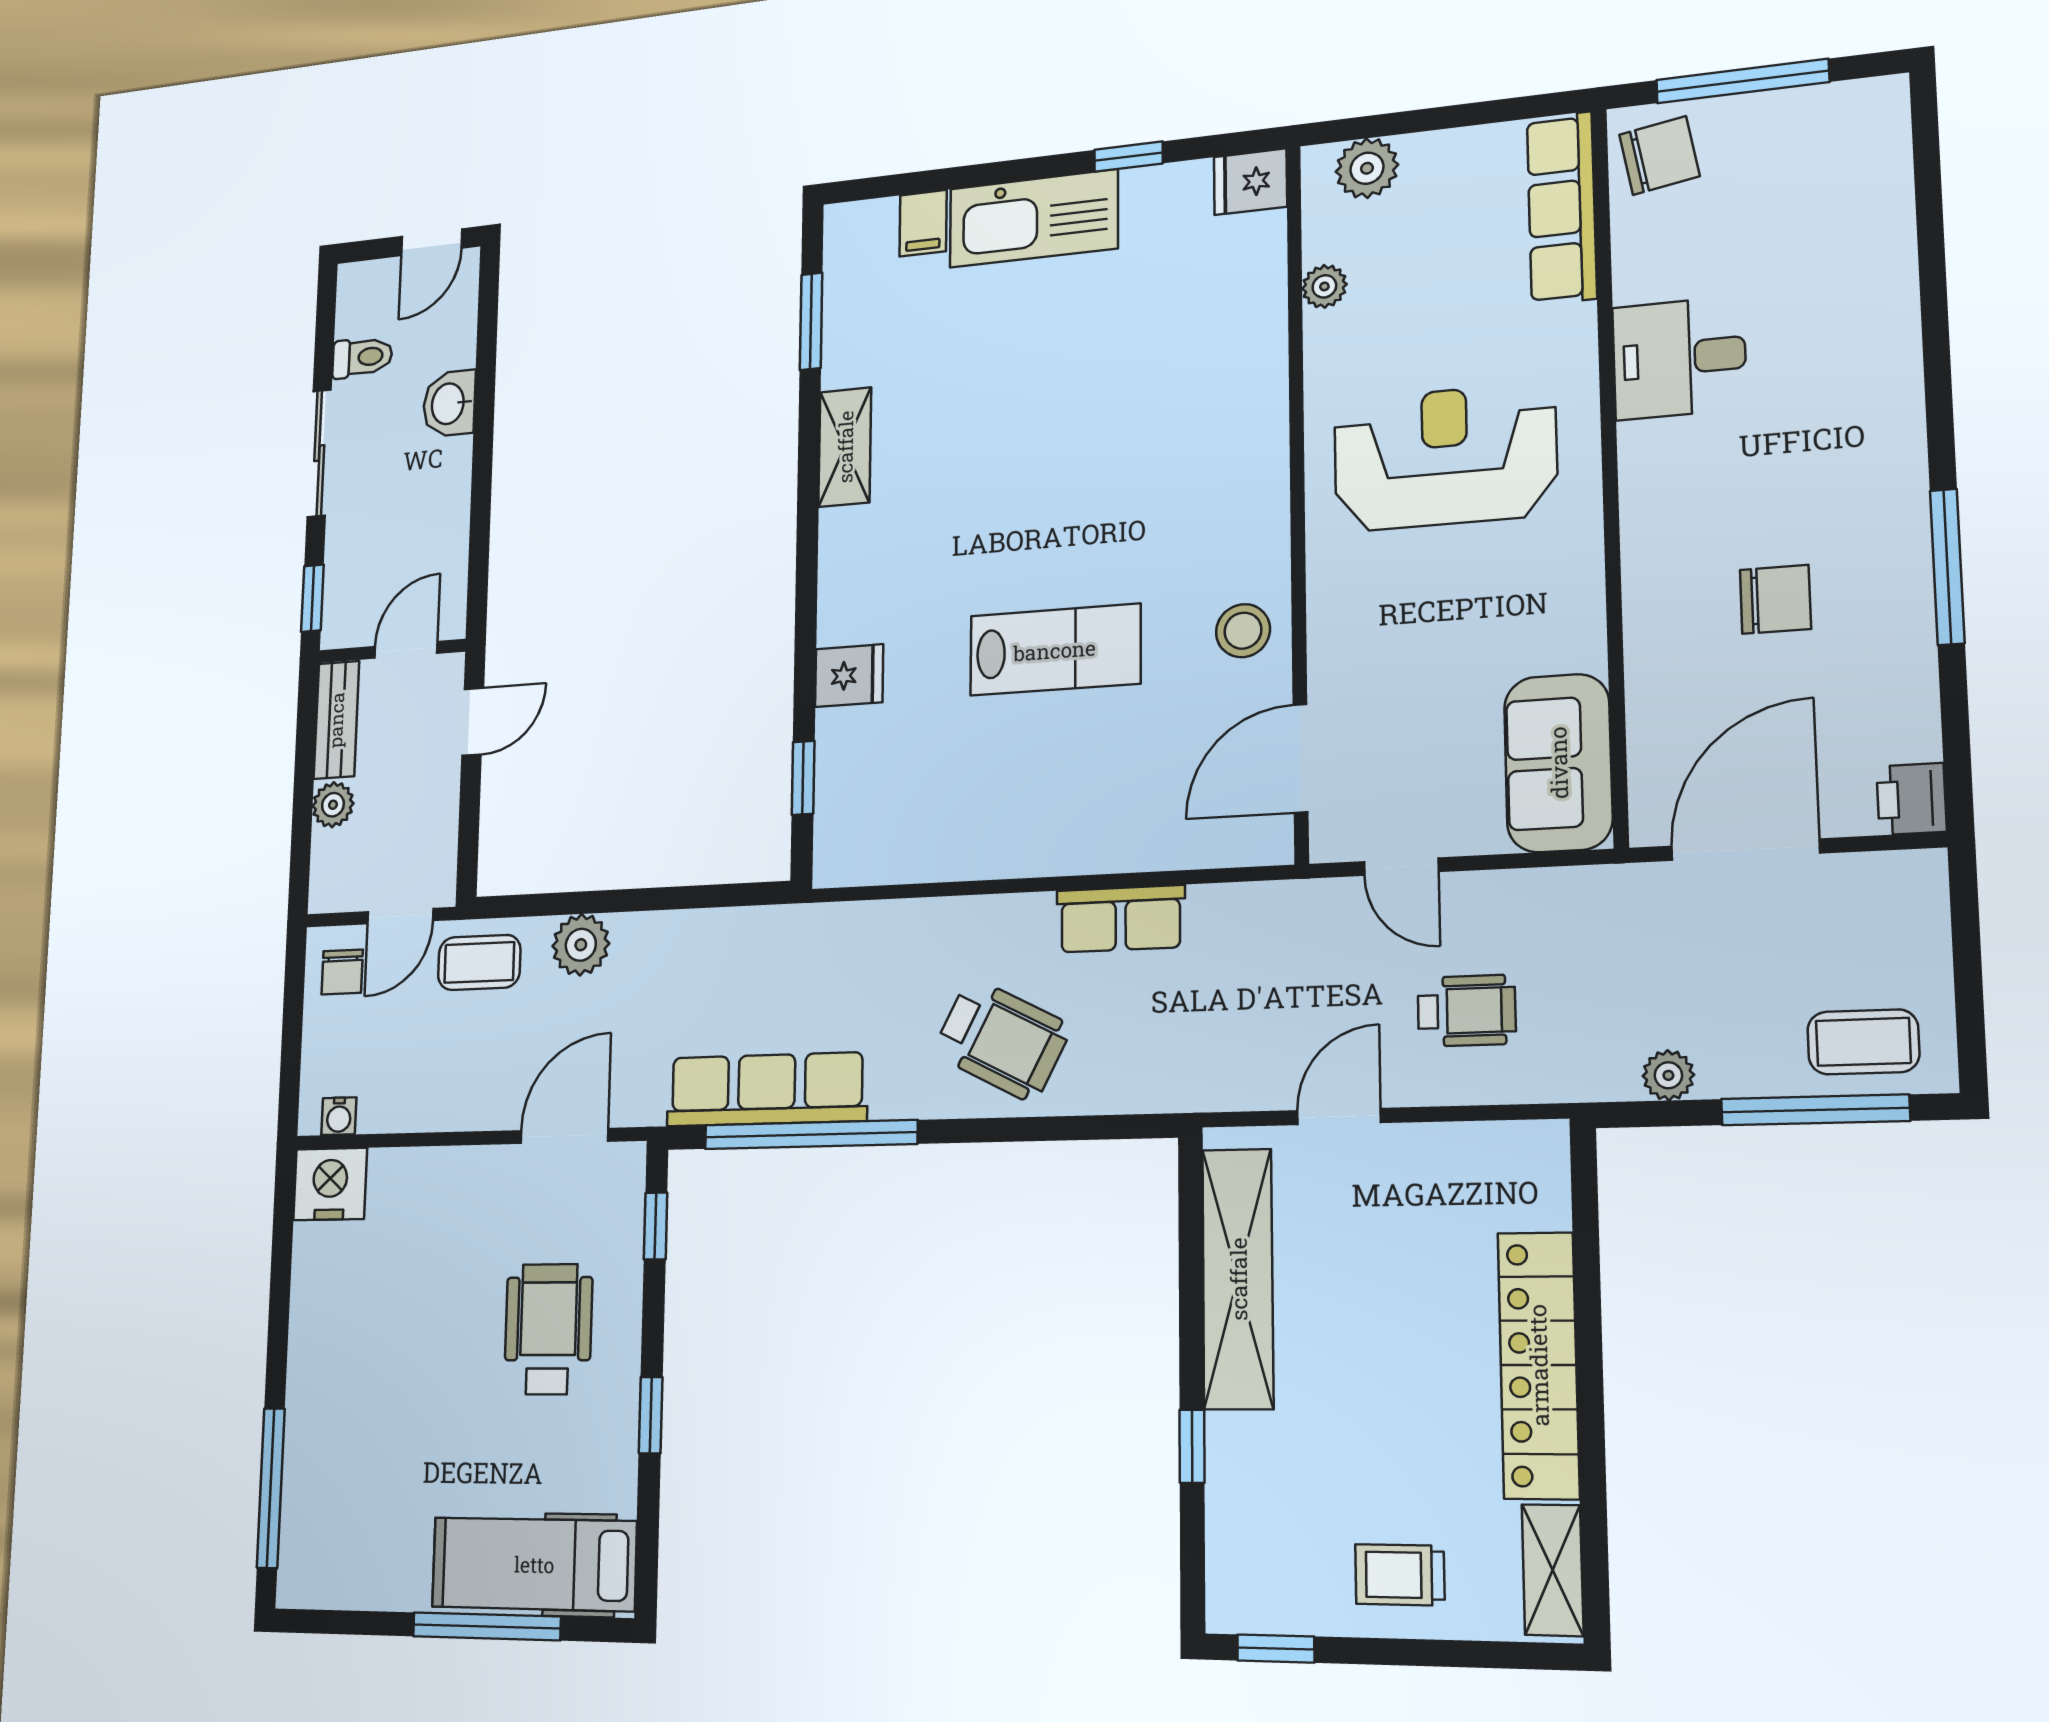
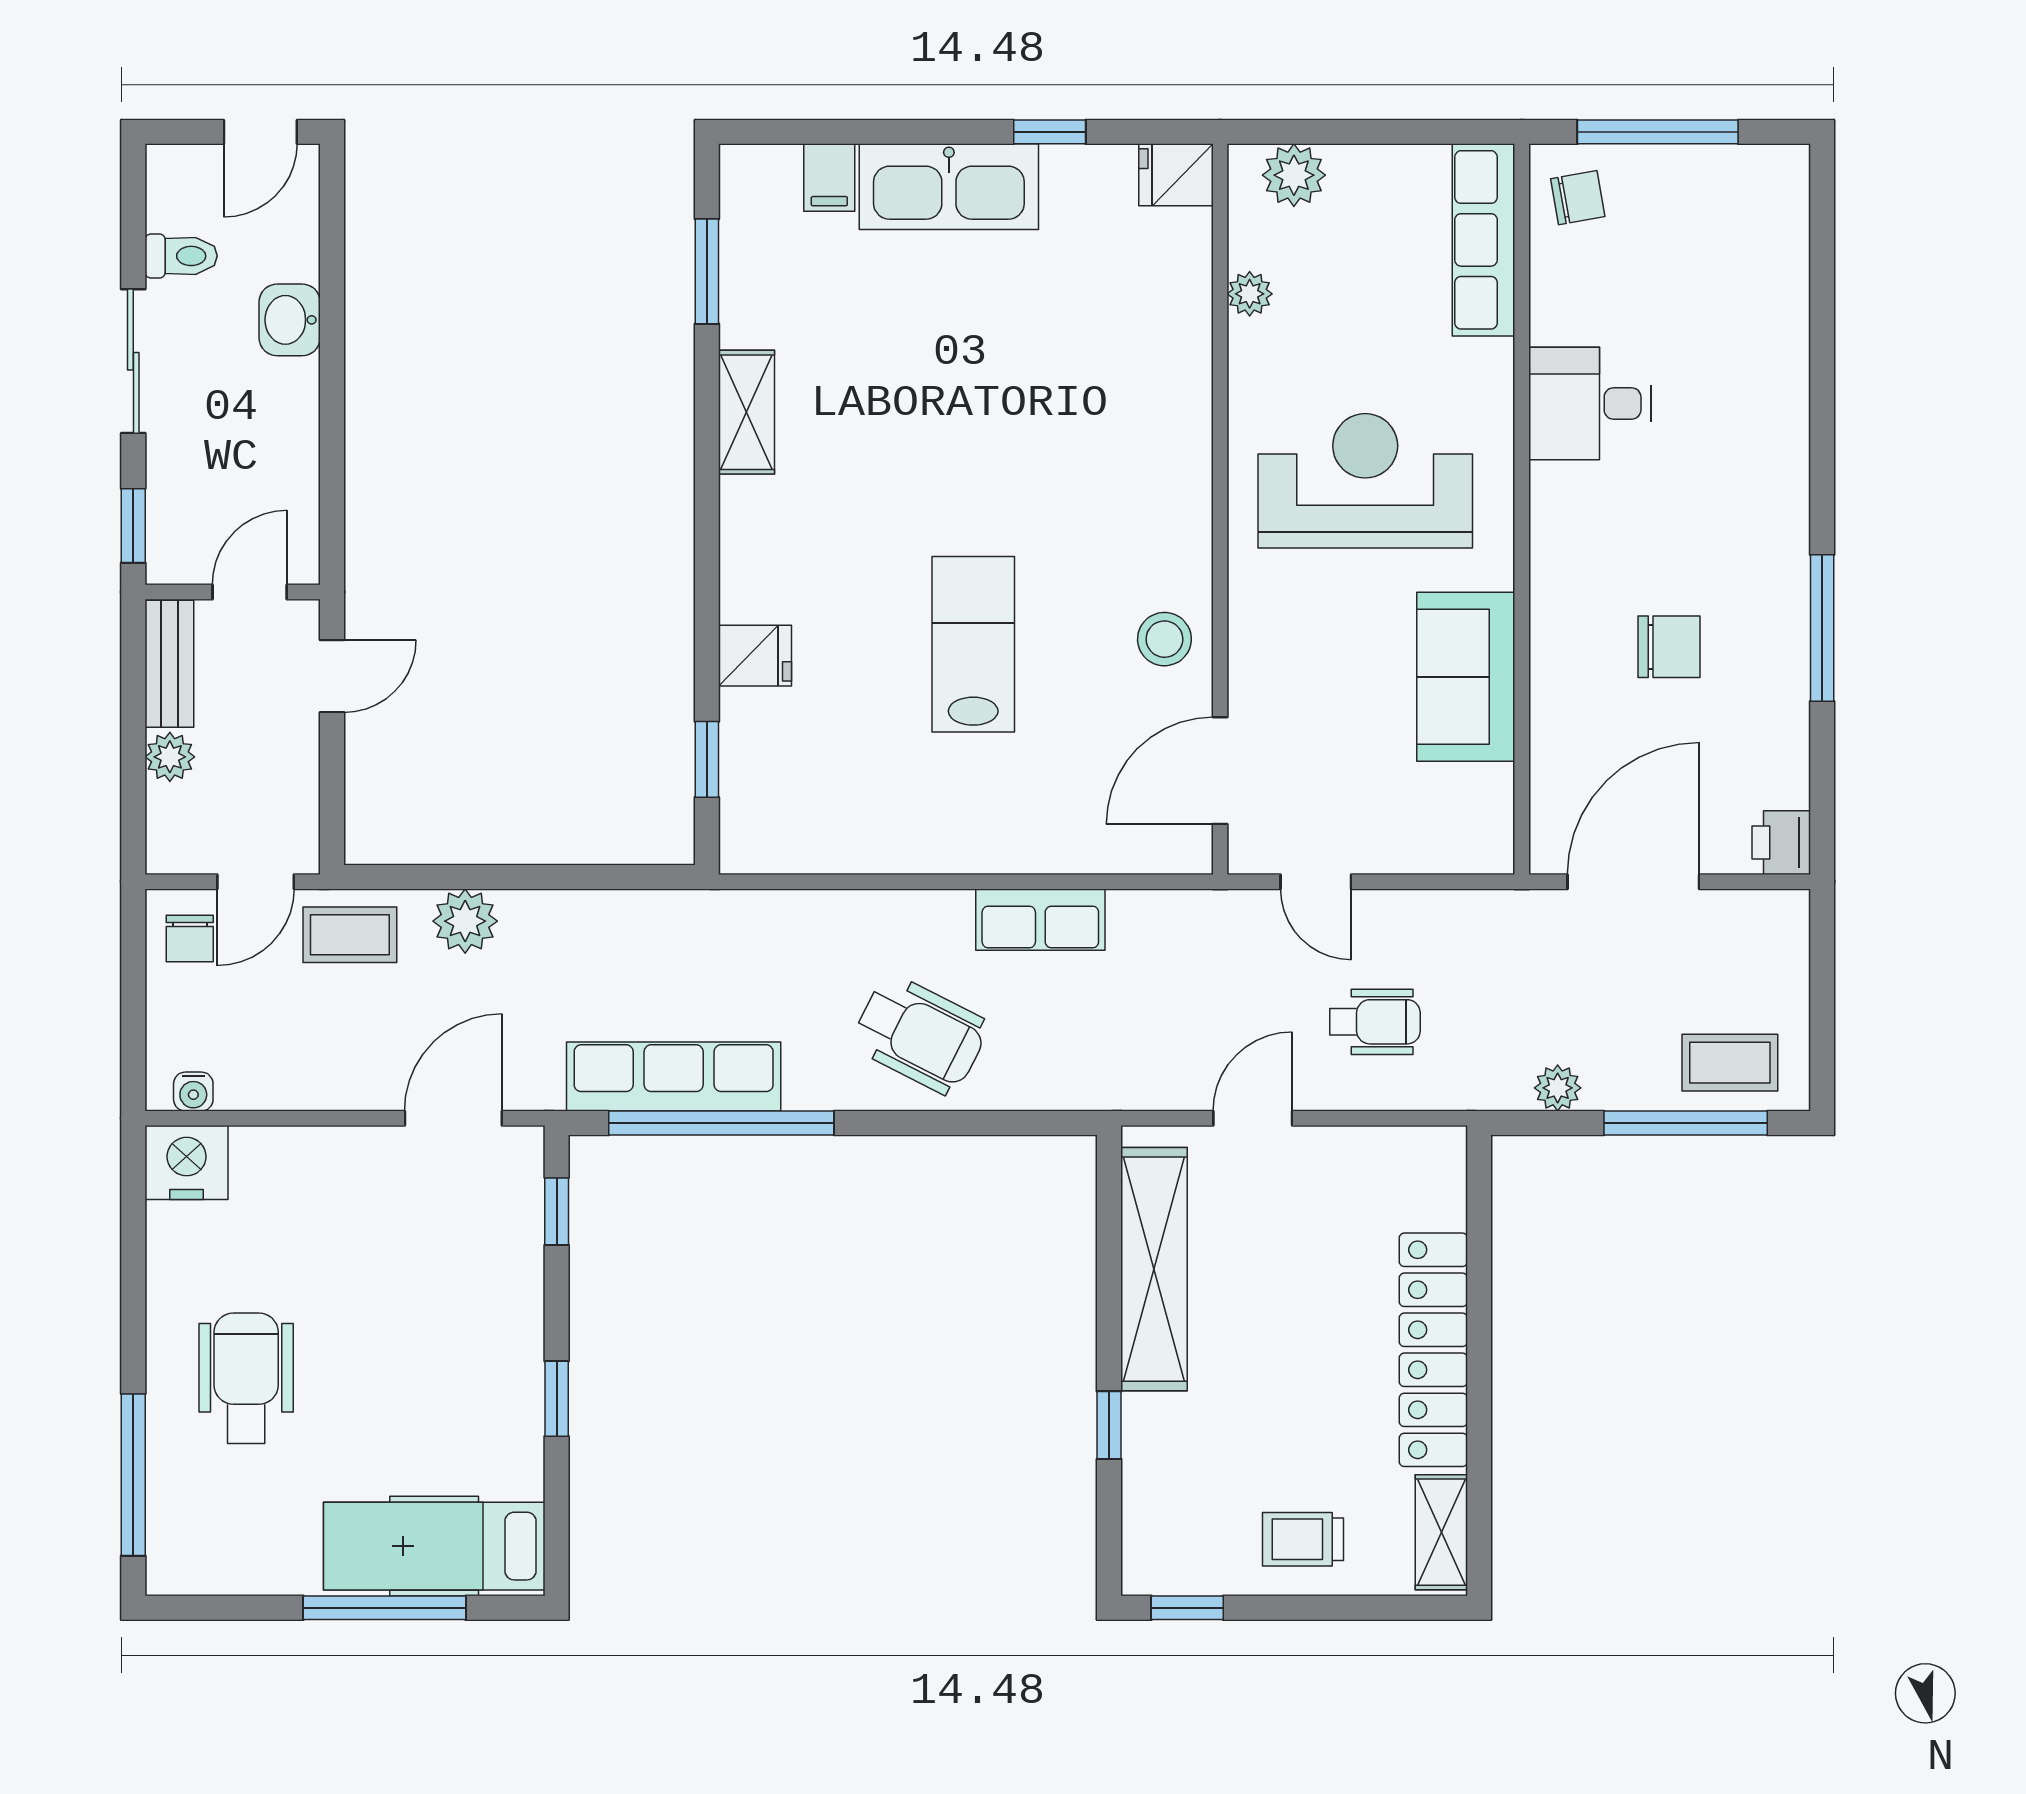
chair: (1659, 156) -> (1578, 198), width x0.73, depth x0.73
lab bench: (1055, 650) -> (973, 644), turned -90
sofa: (1558, 763) -> (1466, 677), moved
wheelchair: (548, 1329) -> (246, 1378), moved

